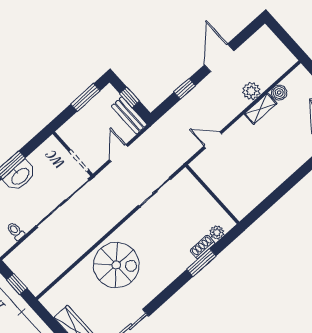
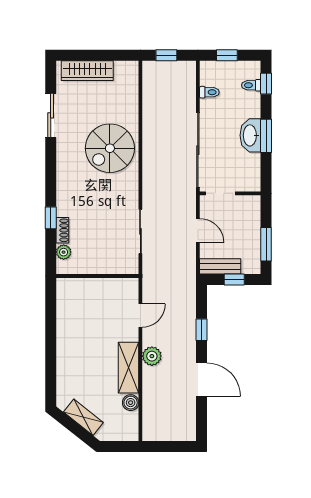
plant: (251, 91) -> (152, 356), moved
shelving: (261, 109) -> (128, 368), width x1.50, depth x1.33
window: (201, 263) -> (51, 218), width x0.67

